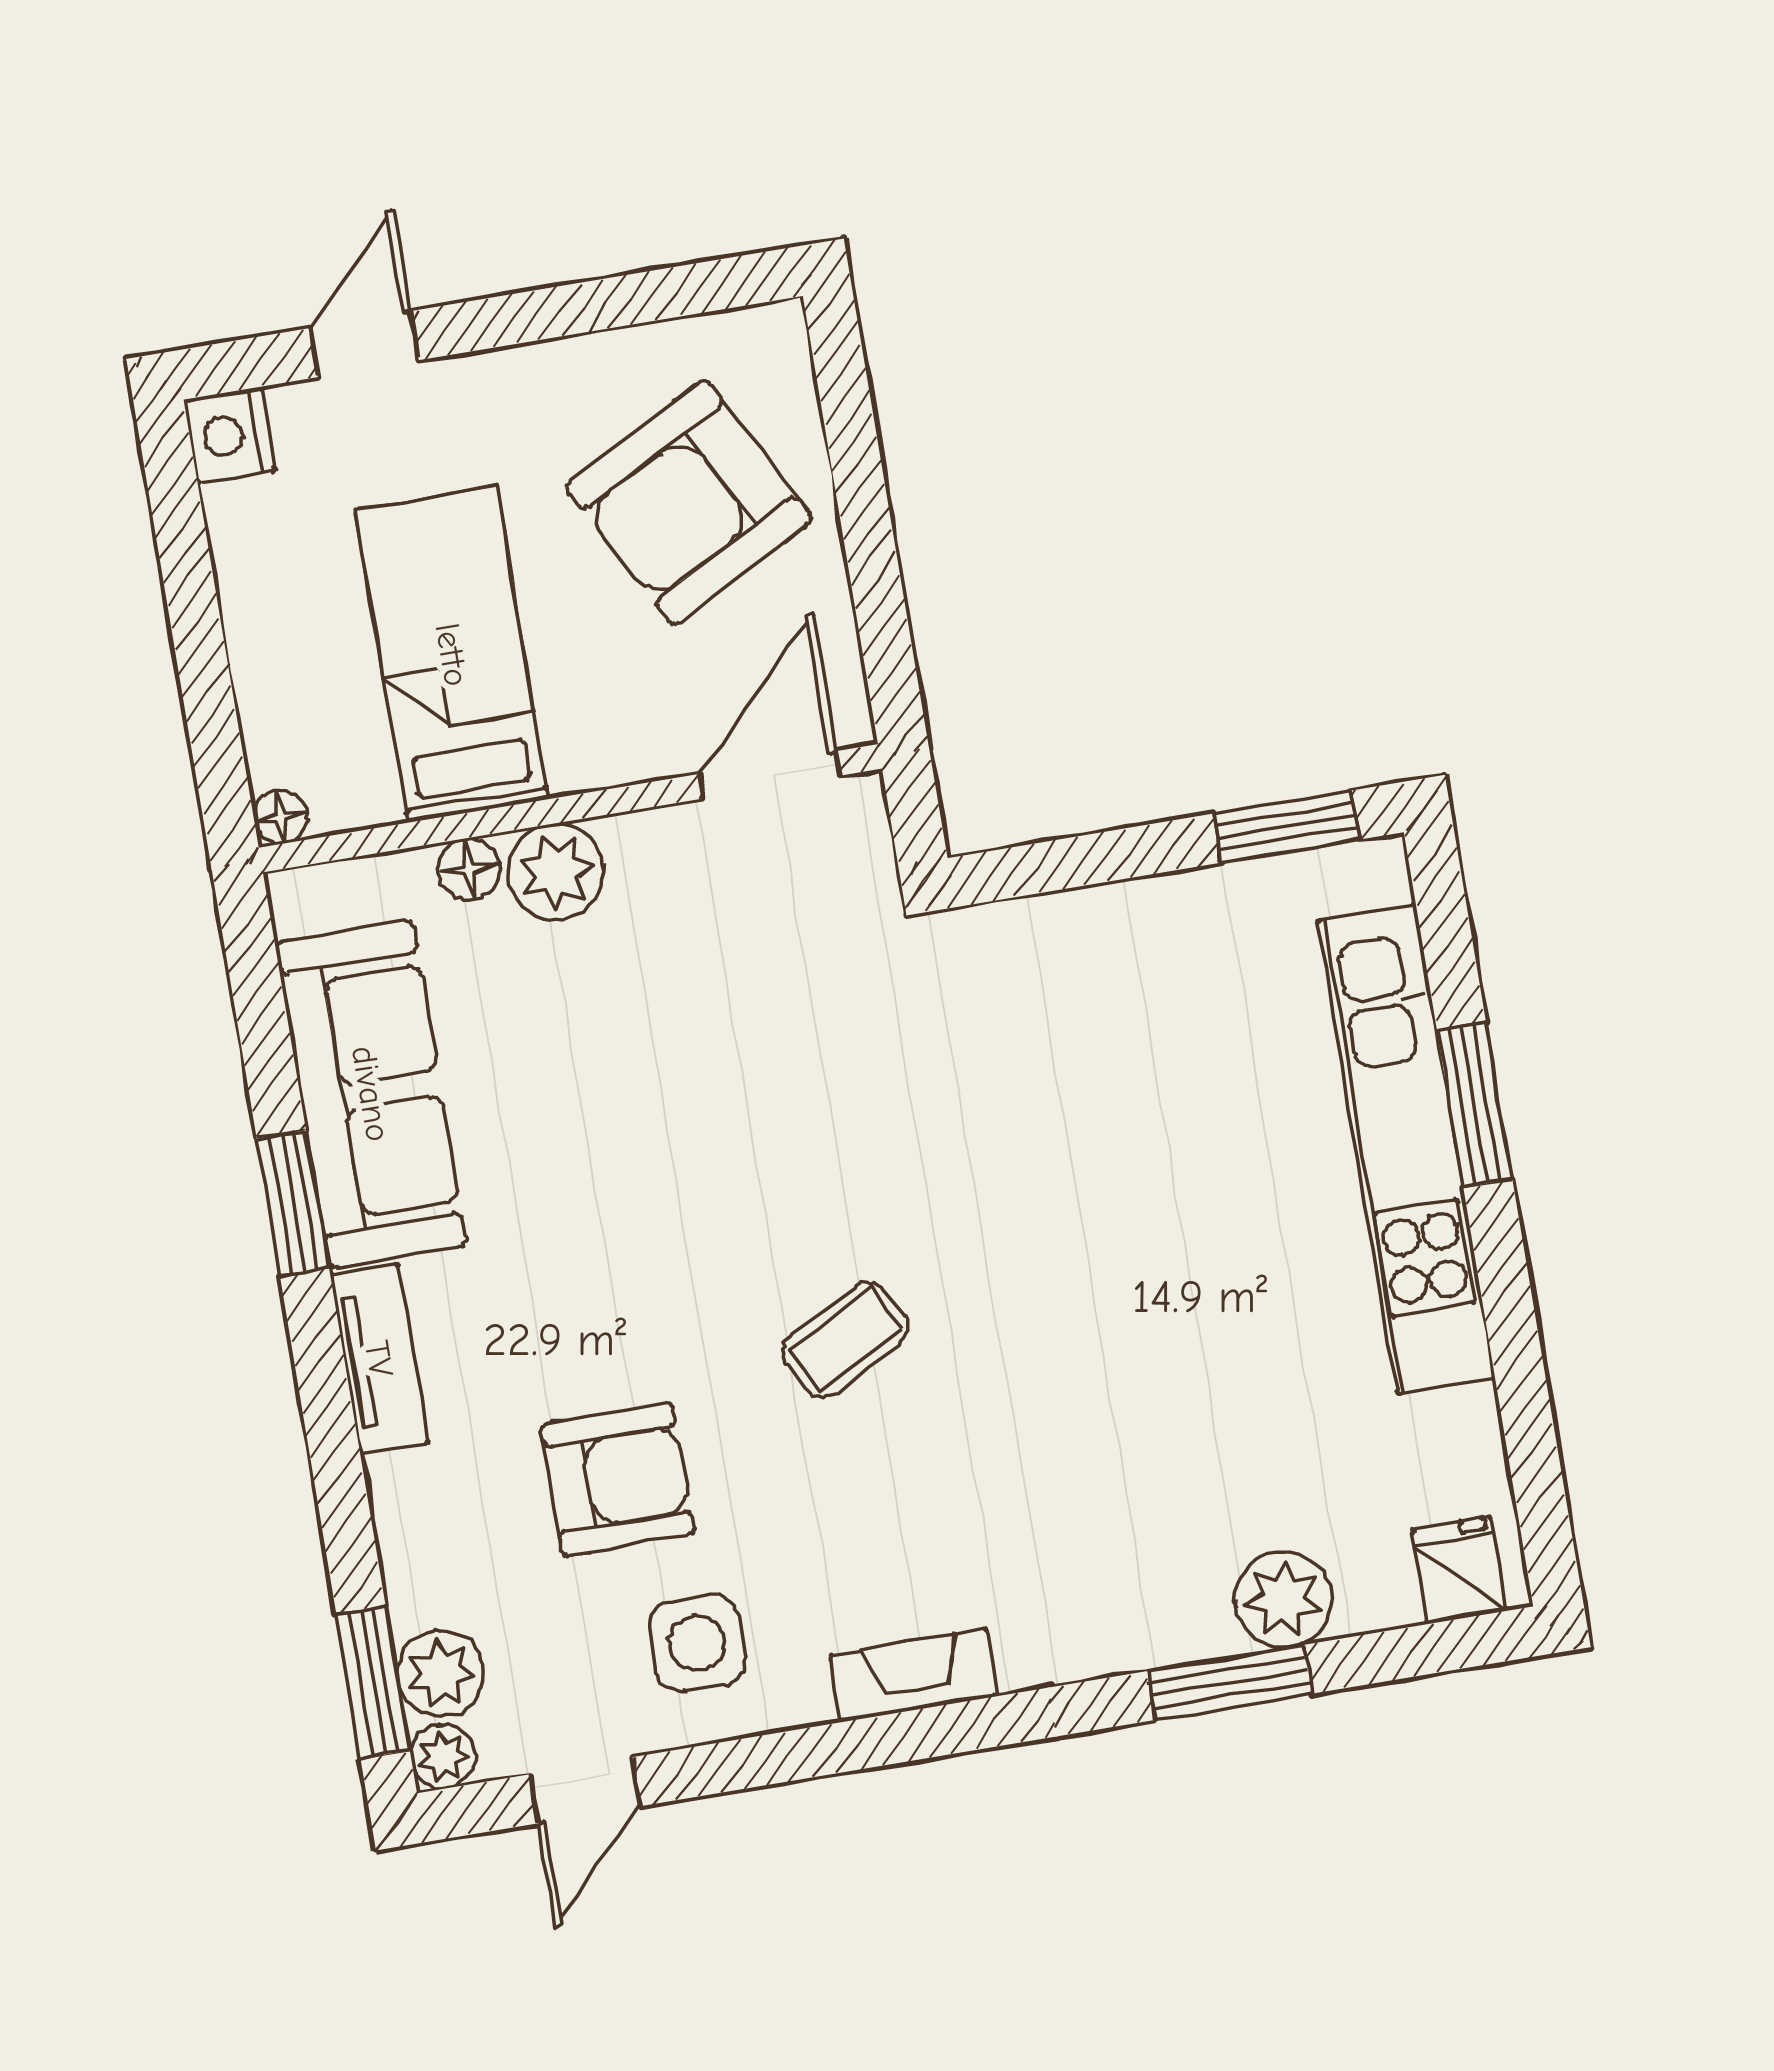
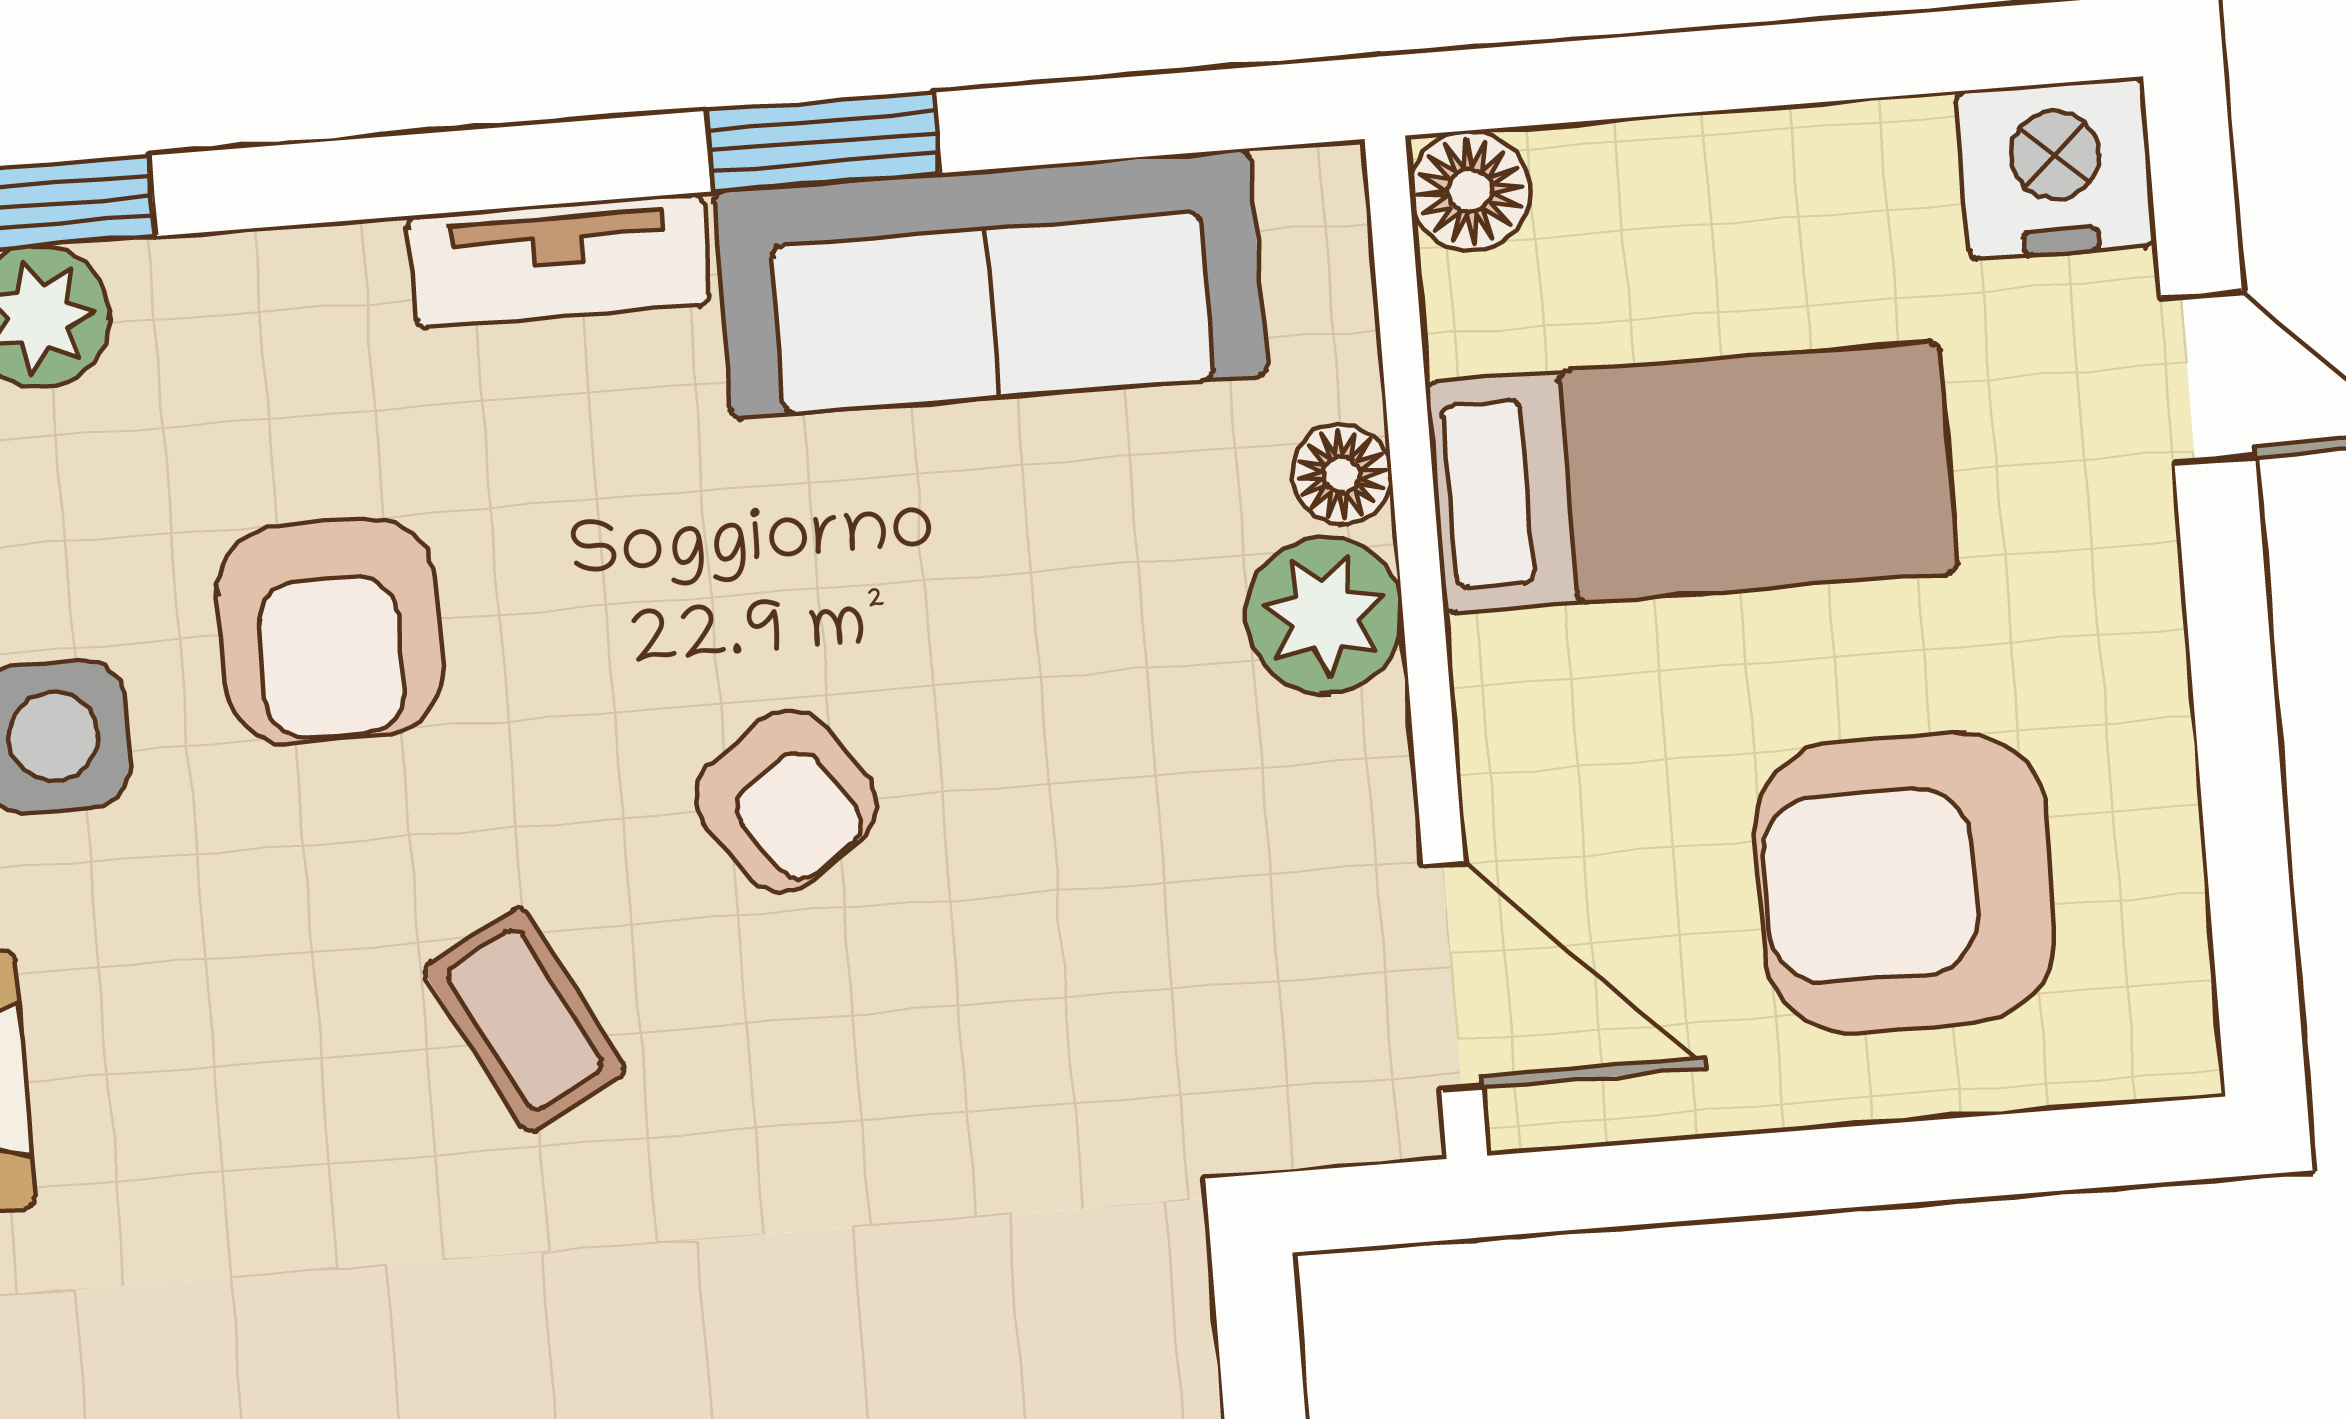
nightstand: (229, 435) -> (2056, 168), width x1.36, depth x1.33
armchair: (689, 503) -> (1905, 883), turned -62
floor lamp: (281, 817) -> (1470, 191), width x1.37, depth x1.37
armchair: (698, 1191) -> (787, 801), added

